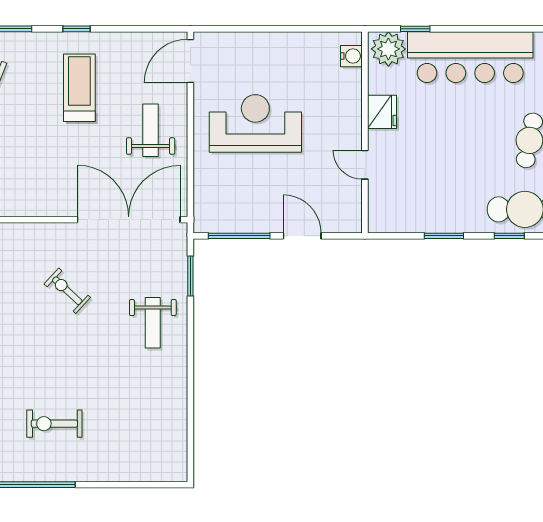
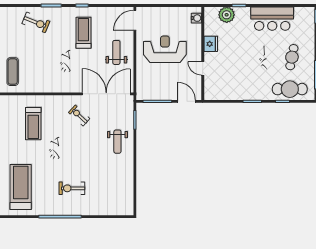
water cooler: (351, 56) -> (196, 18), moved
bar counter: (470, 57) -> (272, 19), width x0.73
fridge: (382, 112) -> (211, 44), moved
wall: (365, 132) -> (203, 53), moved
door: (365, 165) -> (203, 68), moved
exercise bike: (67, 291) -> (79, 116), moved

